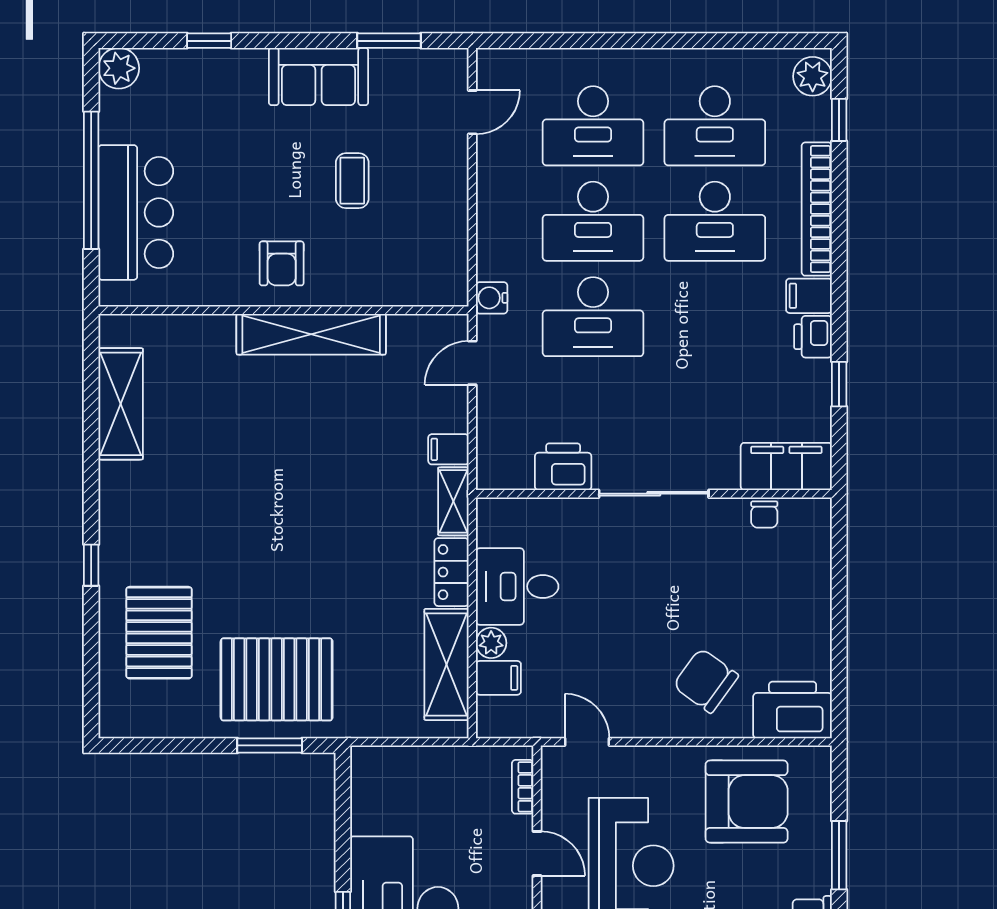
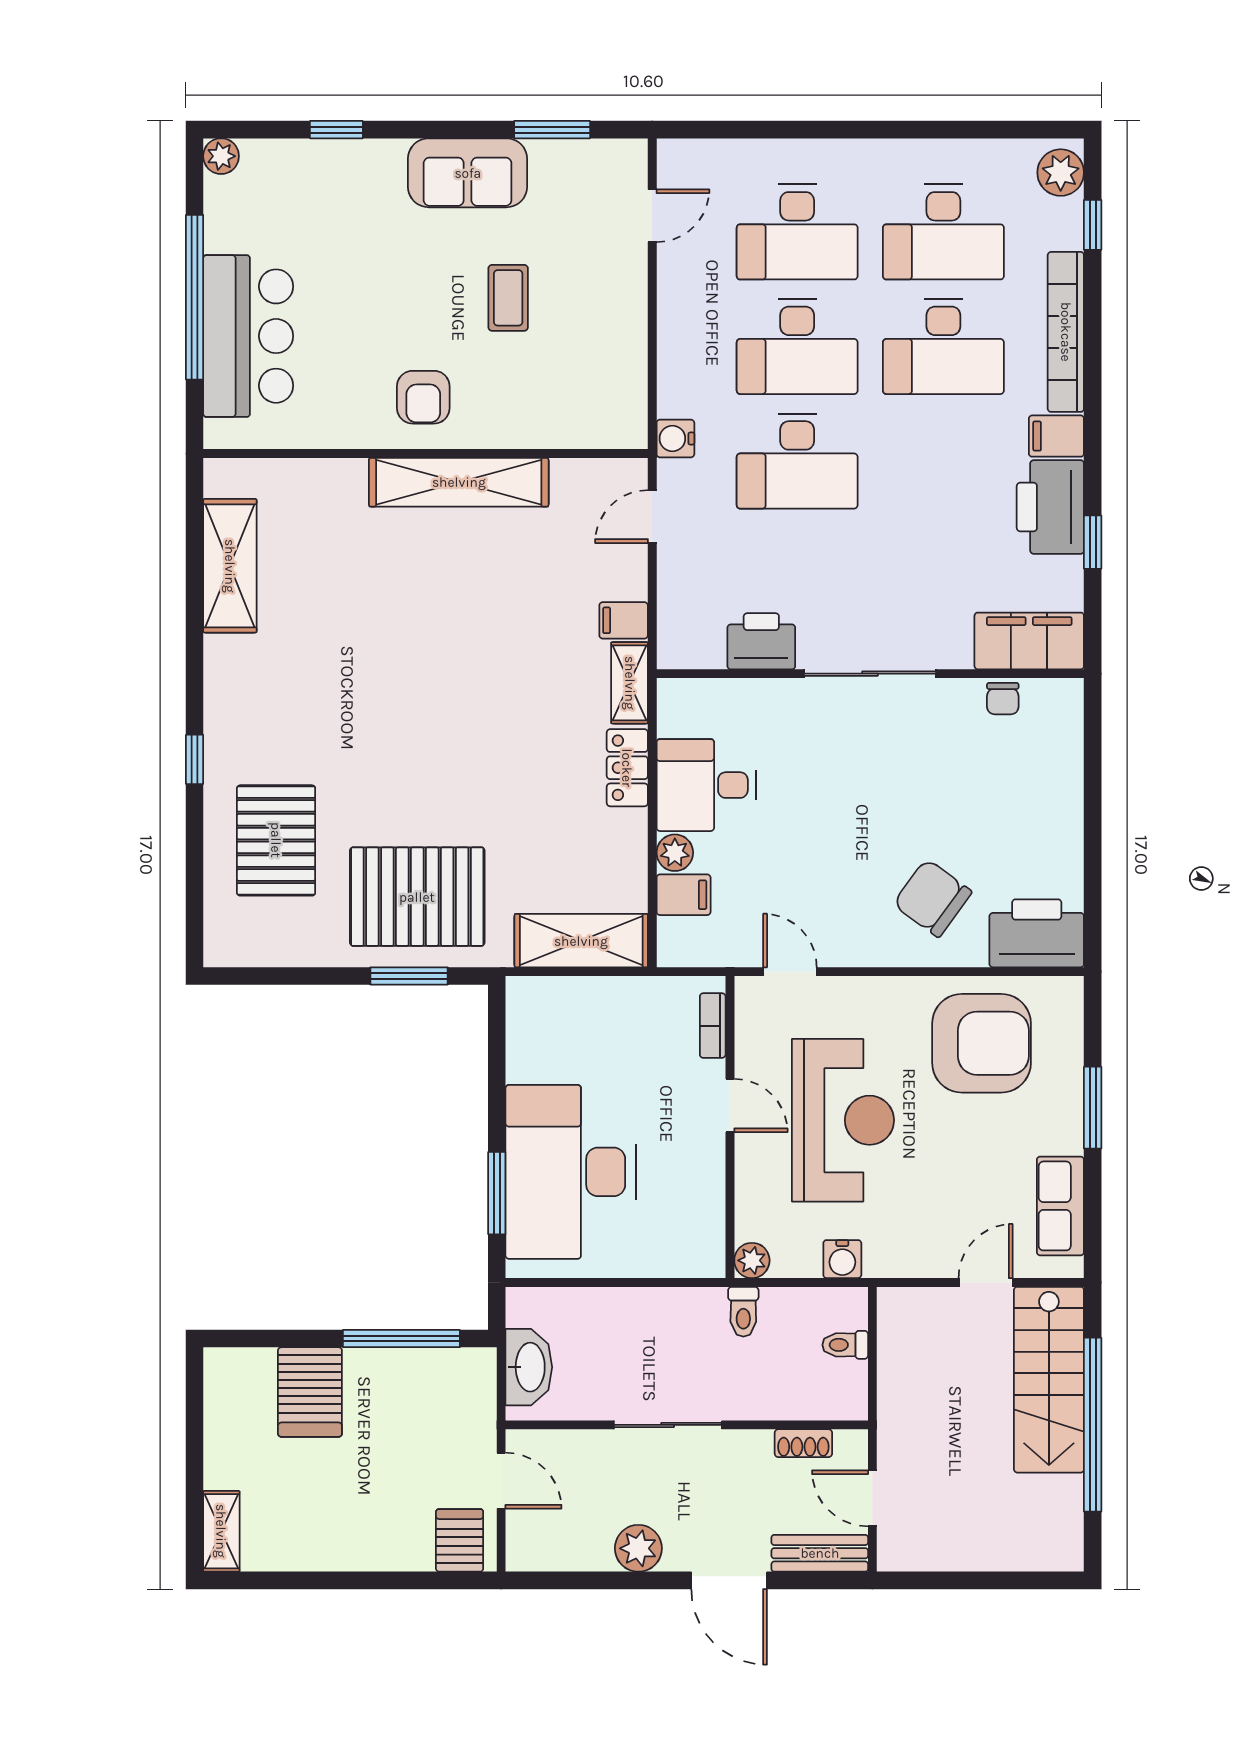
plant: (119, 68) -> (221, 156), width x0.73, depth x0.73
printer: (813, 337) -> (1050, 507), width x1.87, depth x1.48
shelving: (446, 664) -> (581, 941), moved, turned 90

